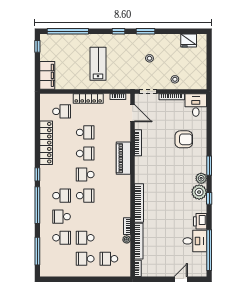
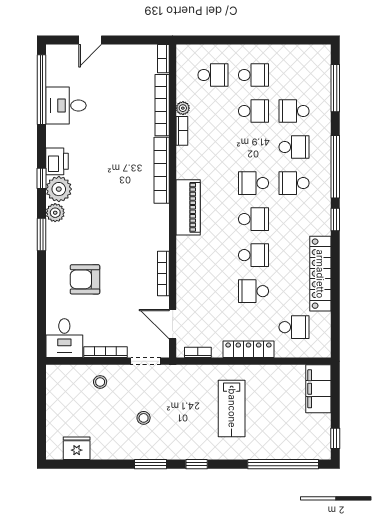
school desk: (62, 111) -> (294, 327), turned 180
school desk: (85, 153) -> (254, 255), turned 180
piano: (123, 158) -> (188, 207), moved
printer: (200, 221) -> (57, 161), moved

